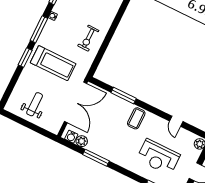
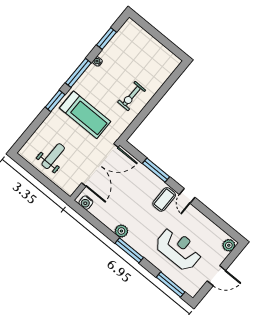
door: (176, 121) -> (187, 196), moved
plant: (82, 141) -> (121, 231), moved
reception desk: (158, 157) -> (179, 249), turned 180
window: (96, 158) -> (129, 250), moved

